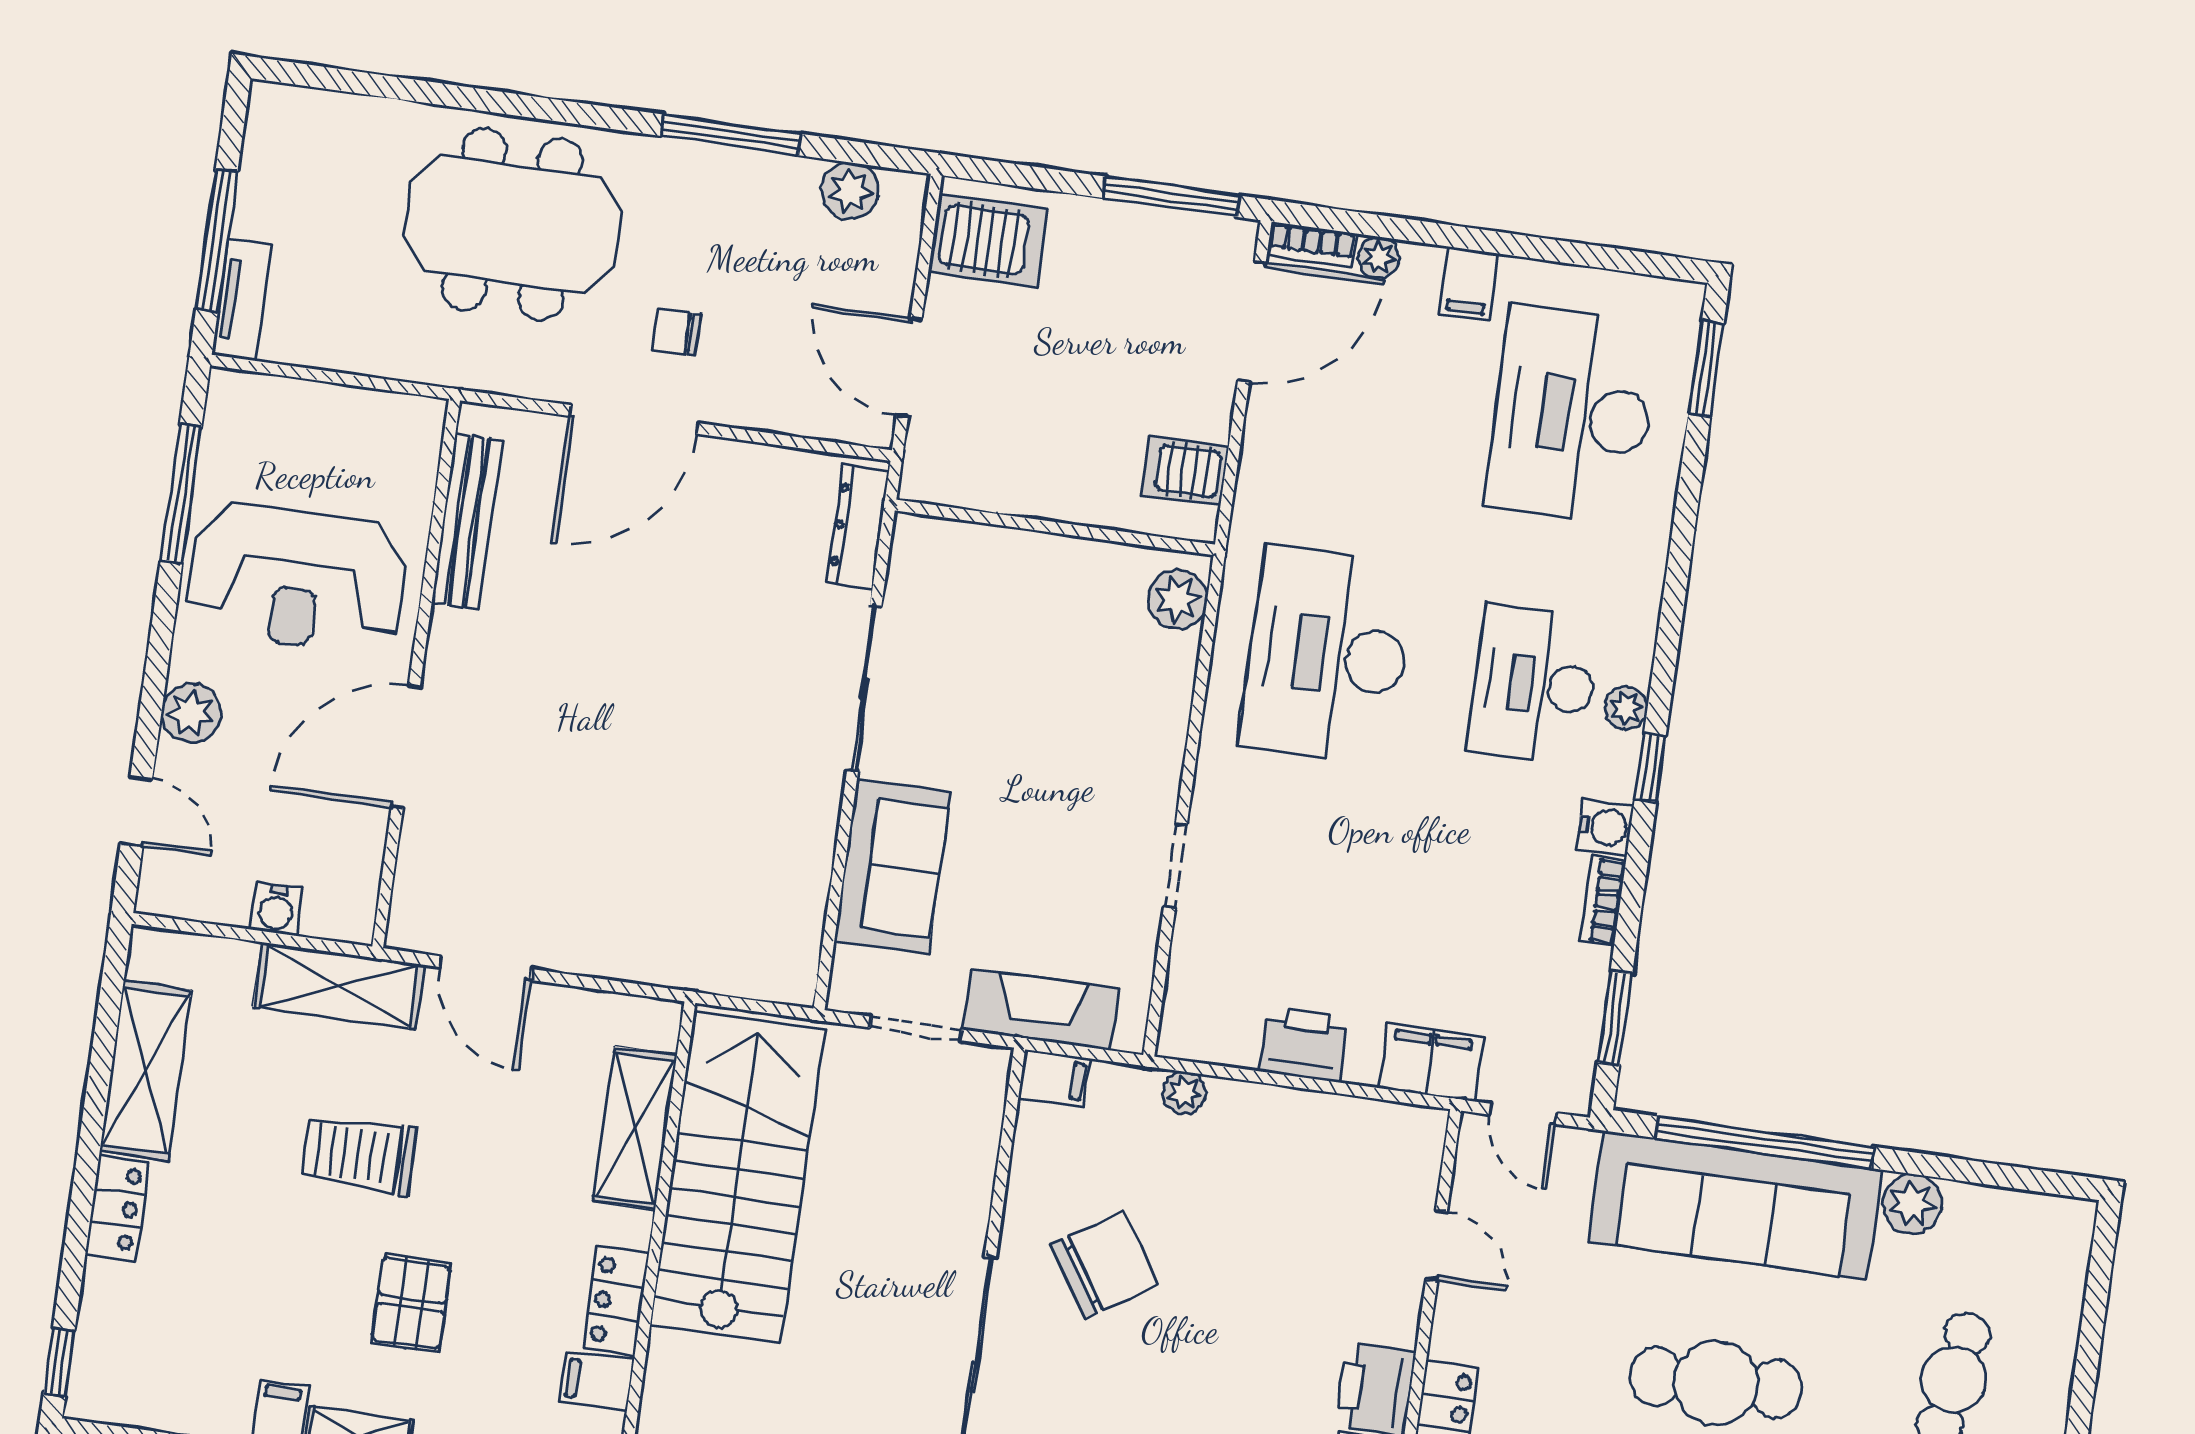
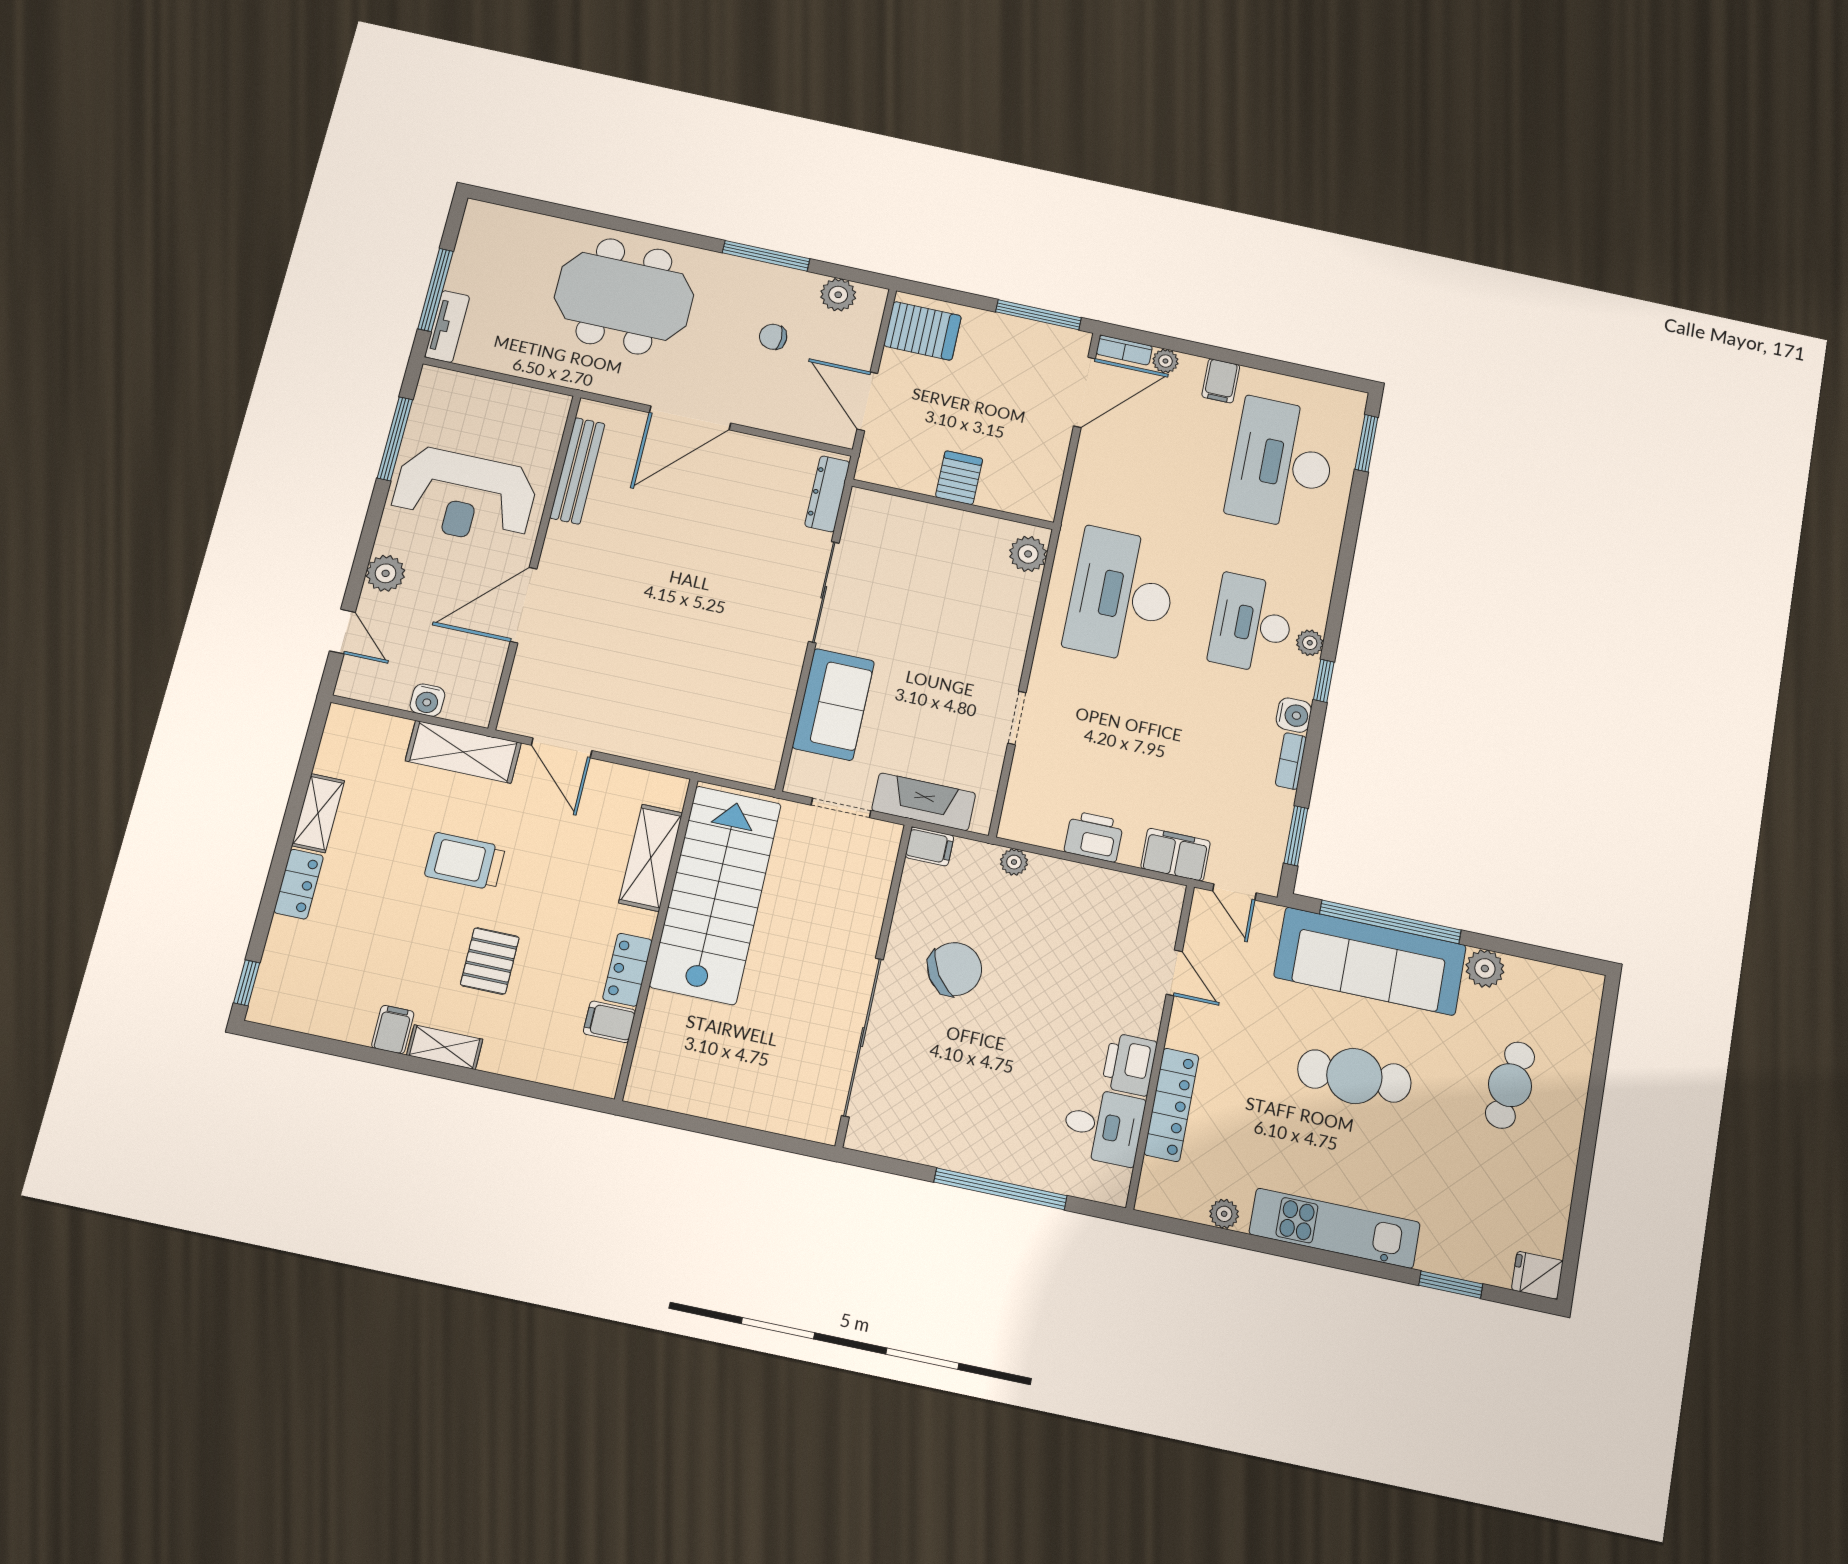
chair: (676, 332) -> (773, 337), moved
server rack: (1185, 471) -> (959, 478), moved, turned 90
shelving: (146, 1070) -> (318, 813), width x0.67, depth x0.75

